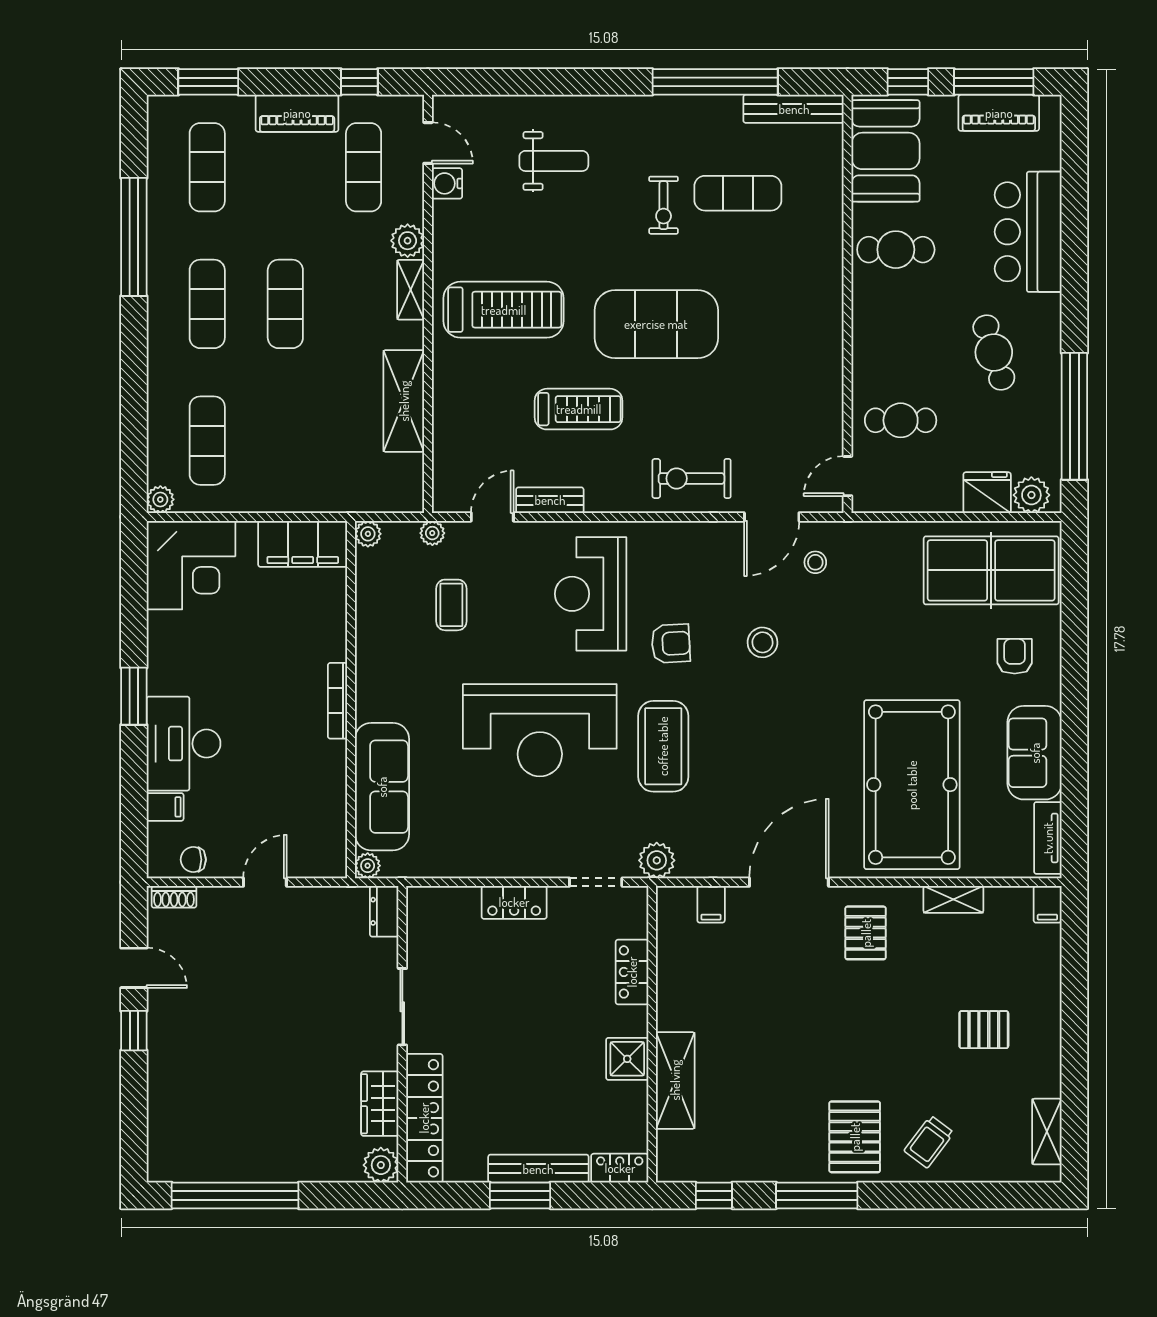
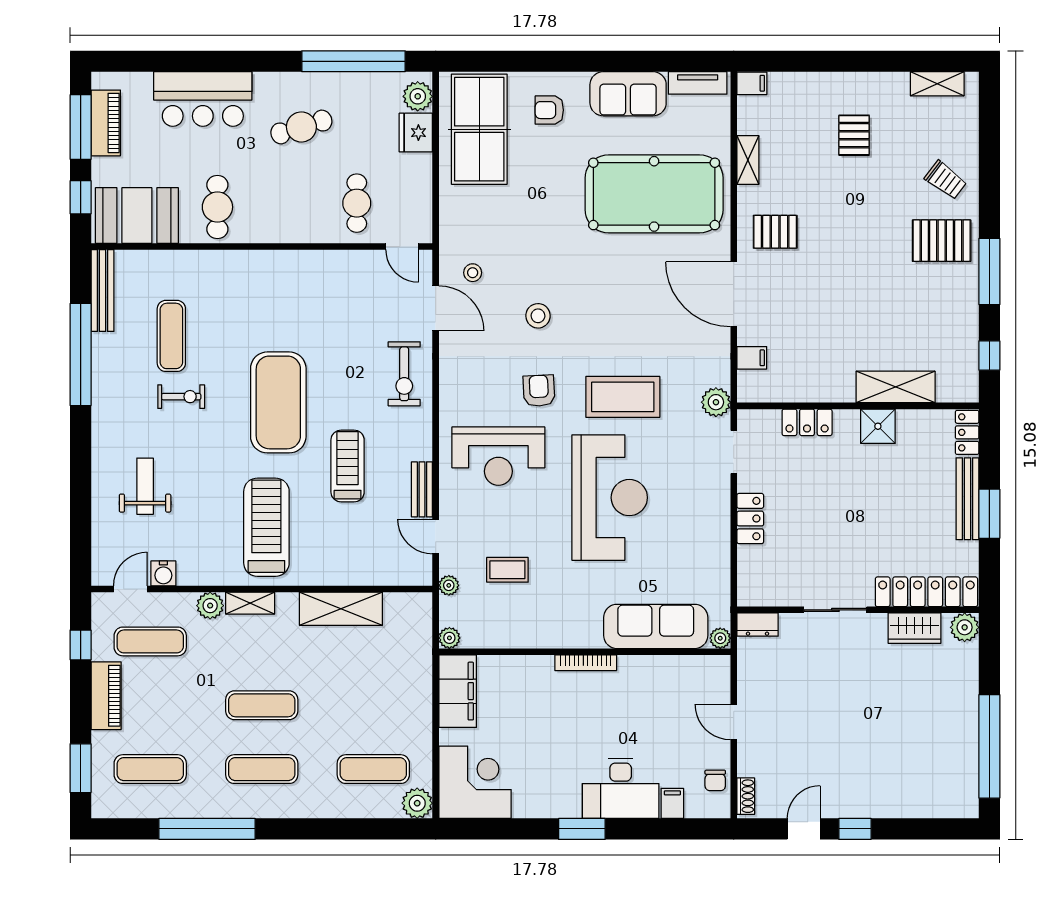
plant: (160, 499) -> (417, 803), width x1.38, depth x1.38

